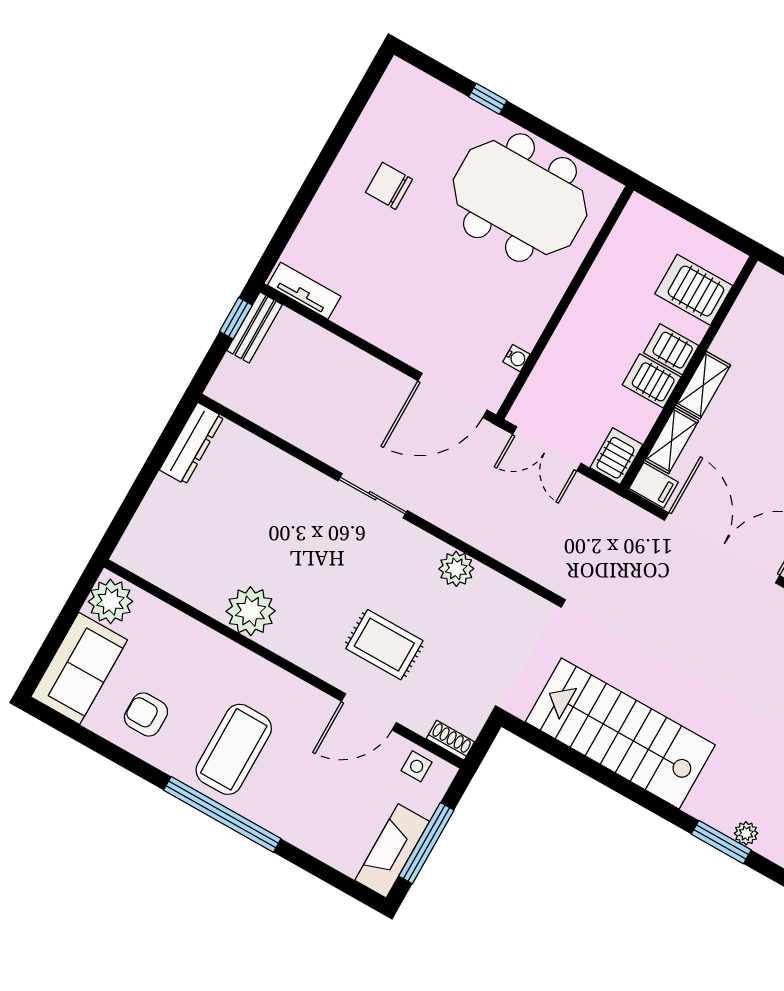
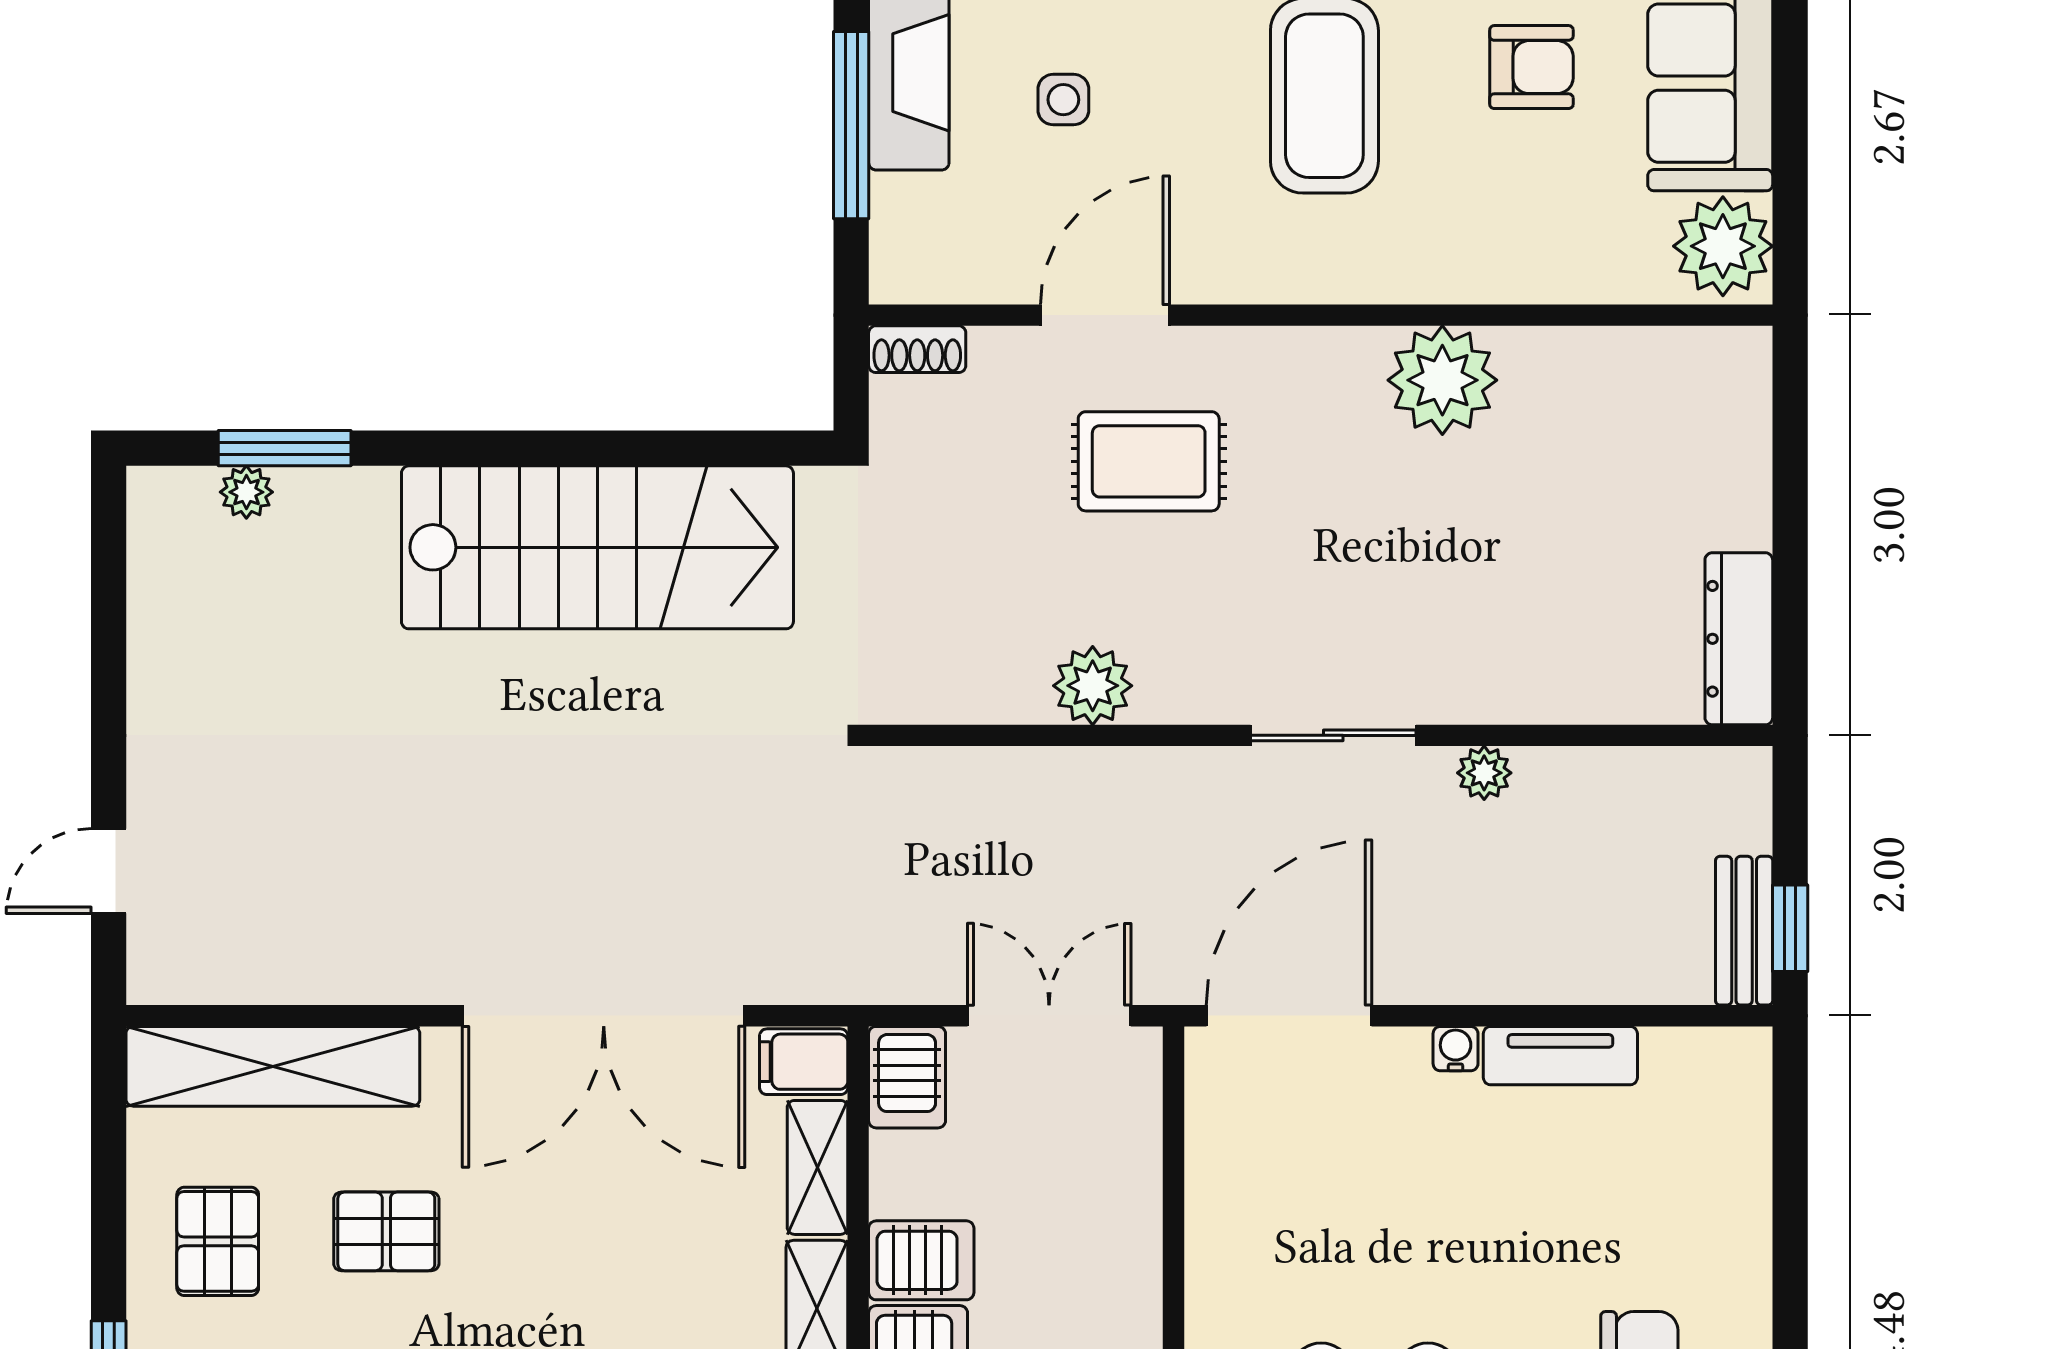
tv unit: (304, 291) -> (1560, 1056), moved
water cooler: (516, 358) -> (1456, 1049), moved, turned 90
plant: (322, 447) -> (1484, 773), added
side table: (417, 766) -> (1063, 100), moved

